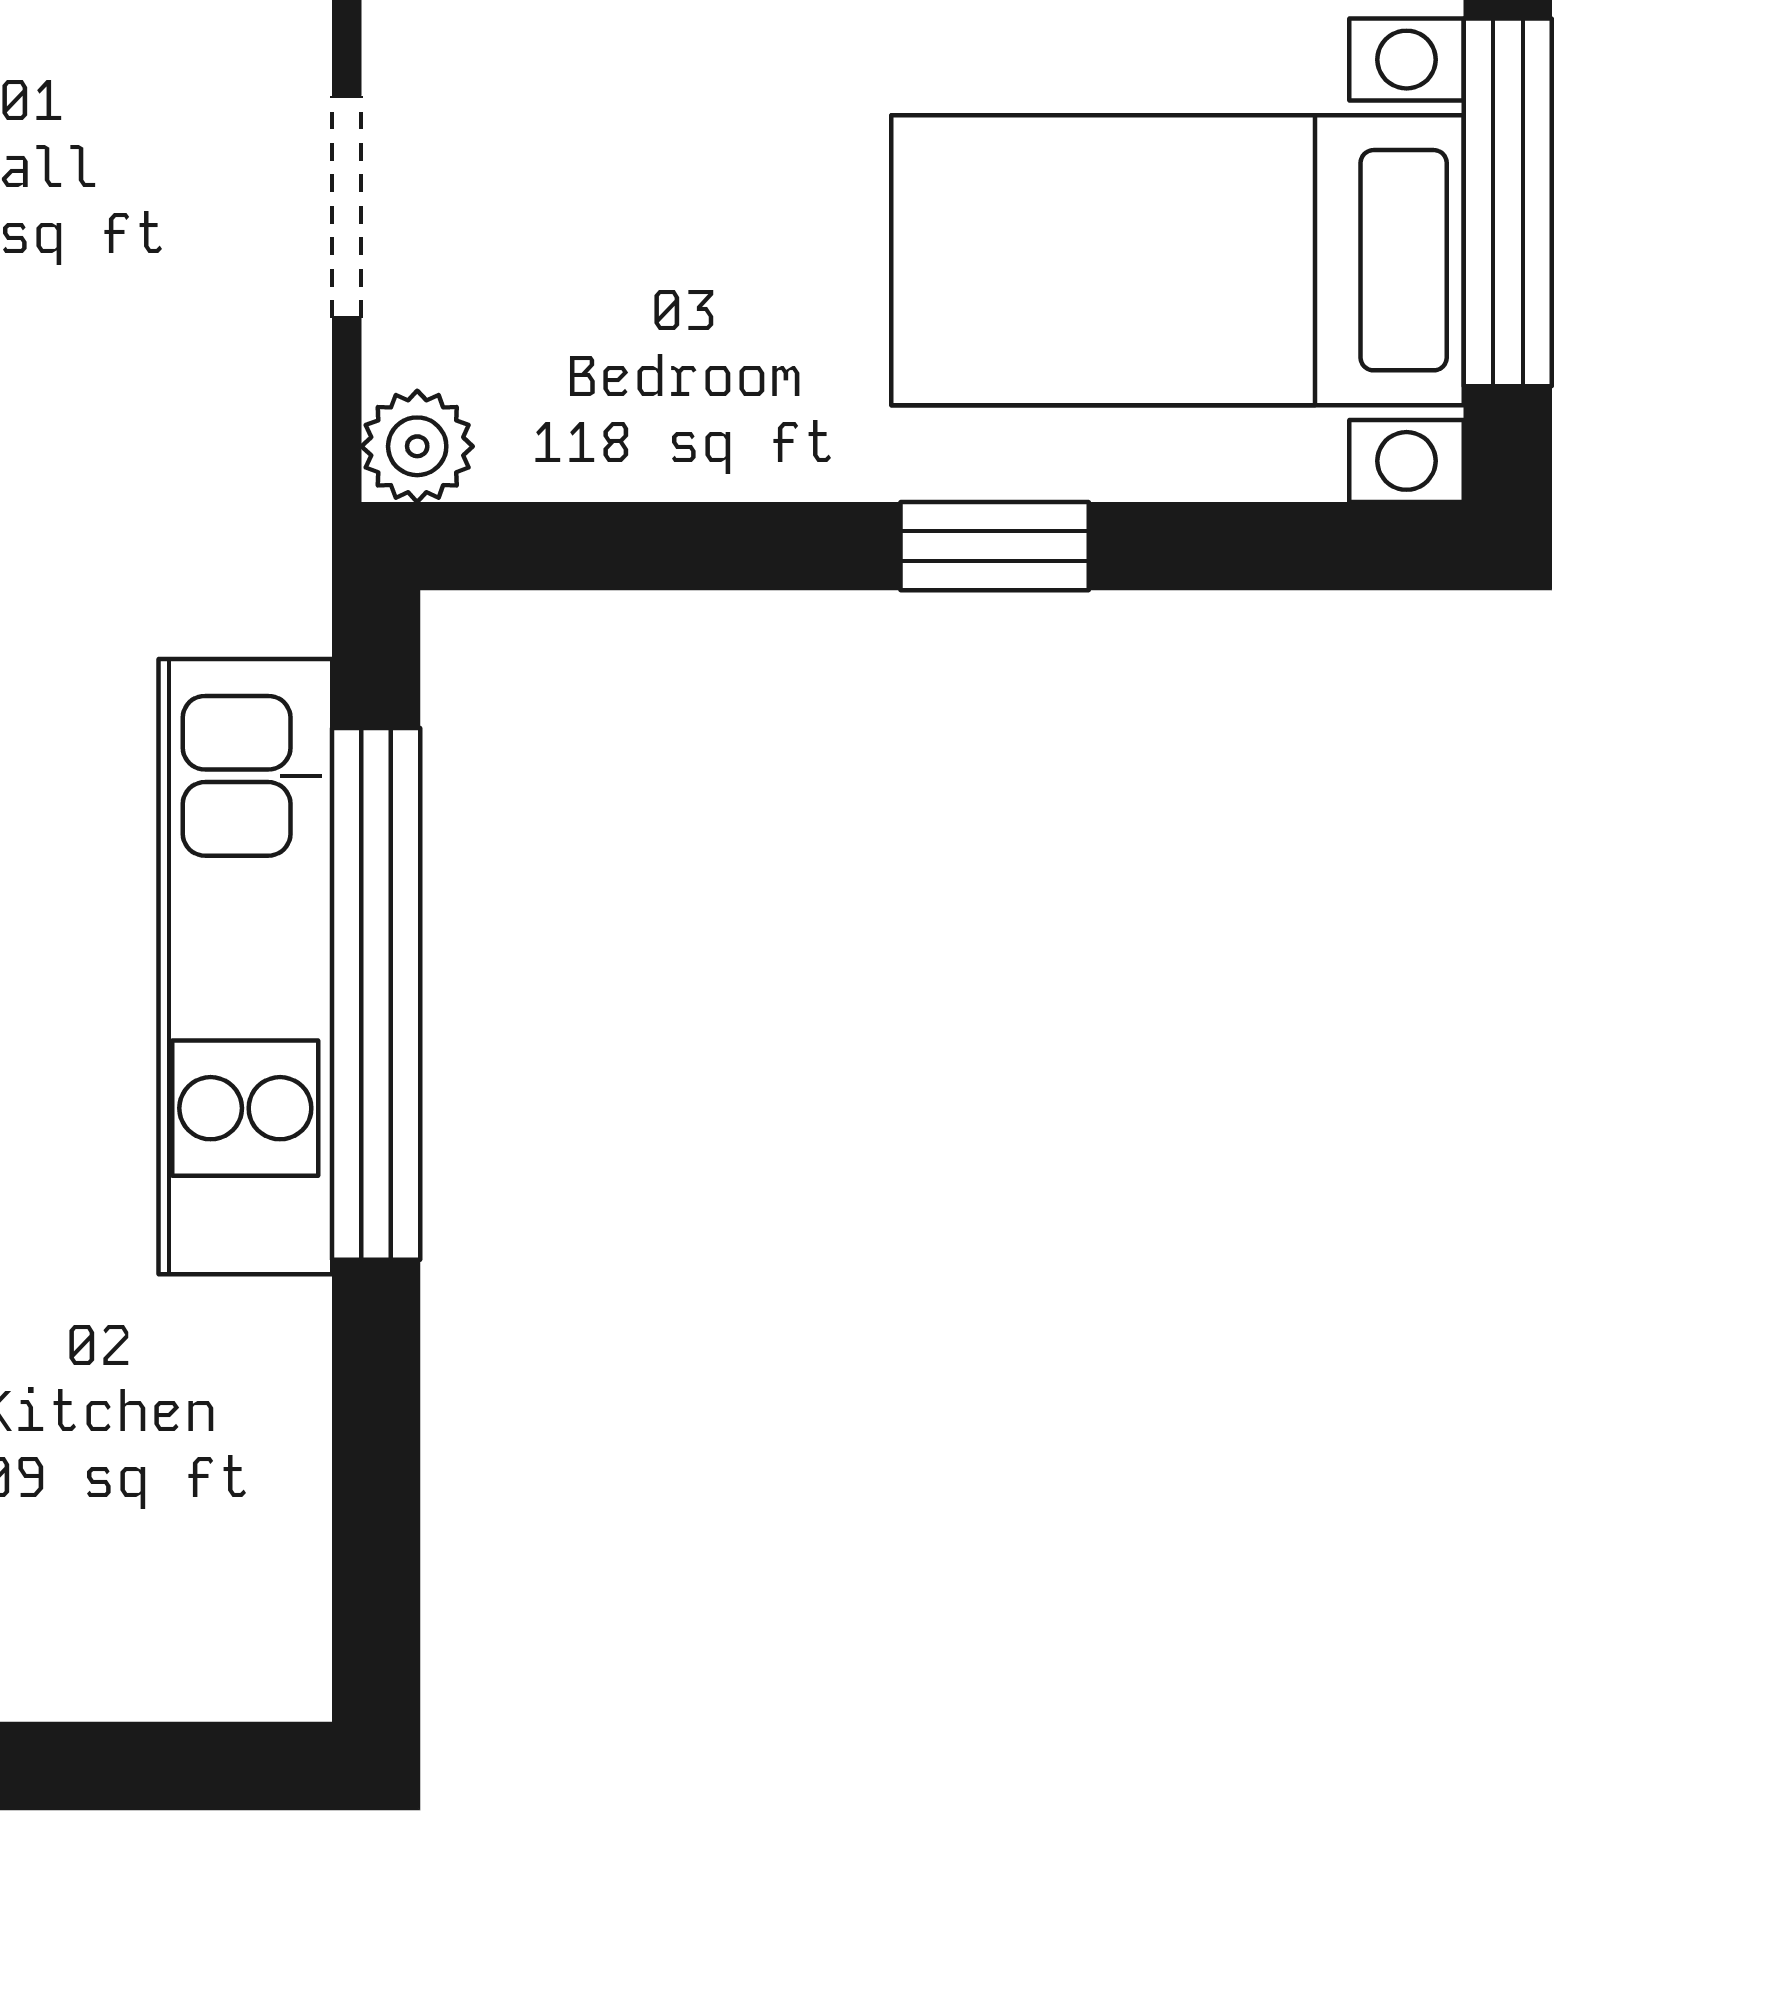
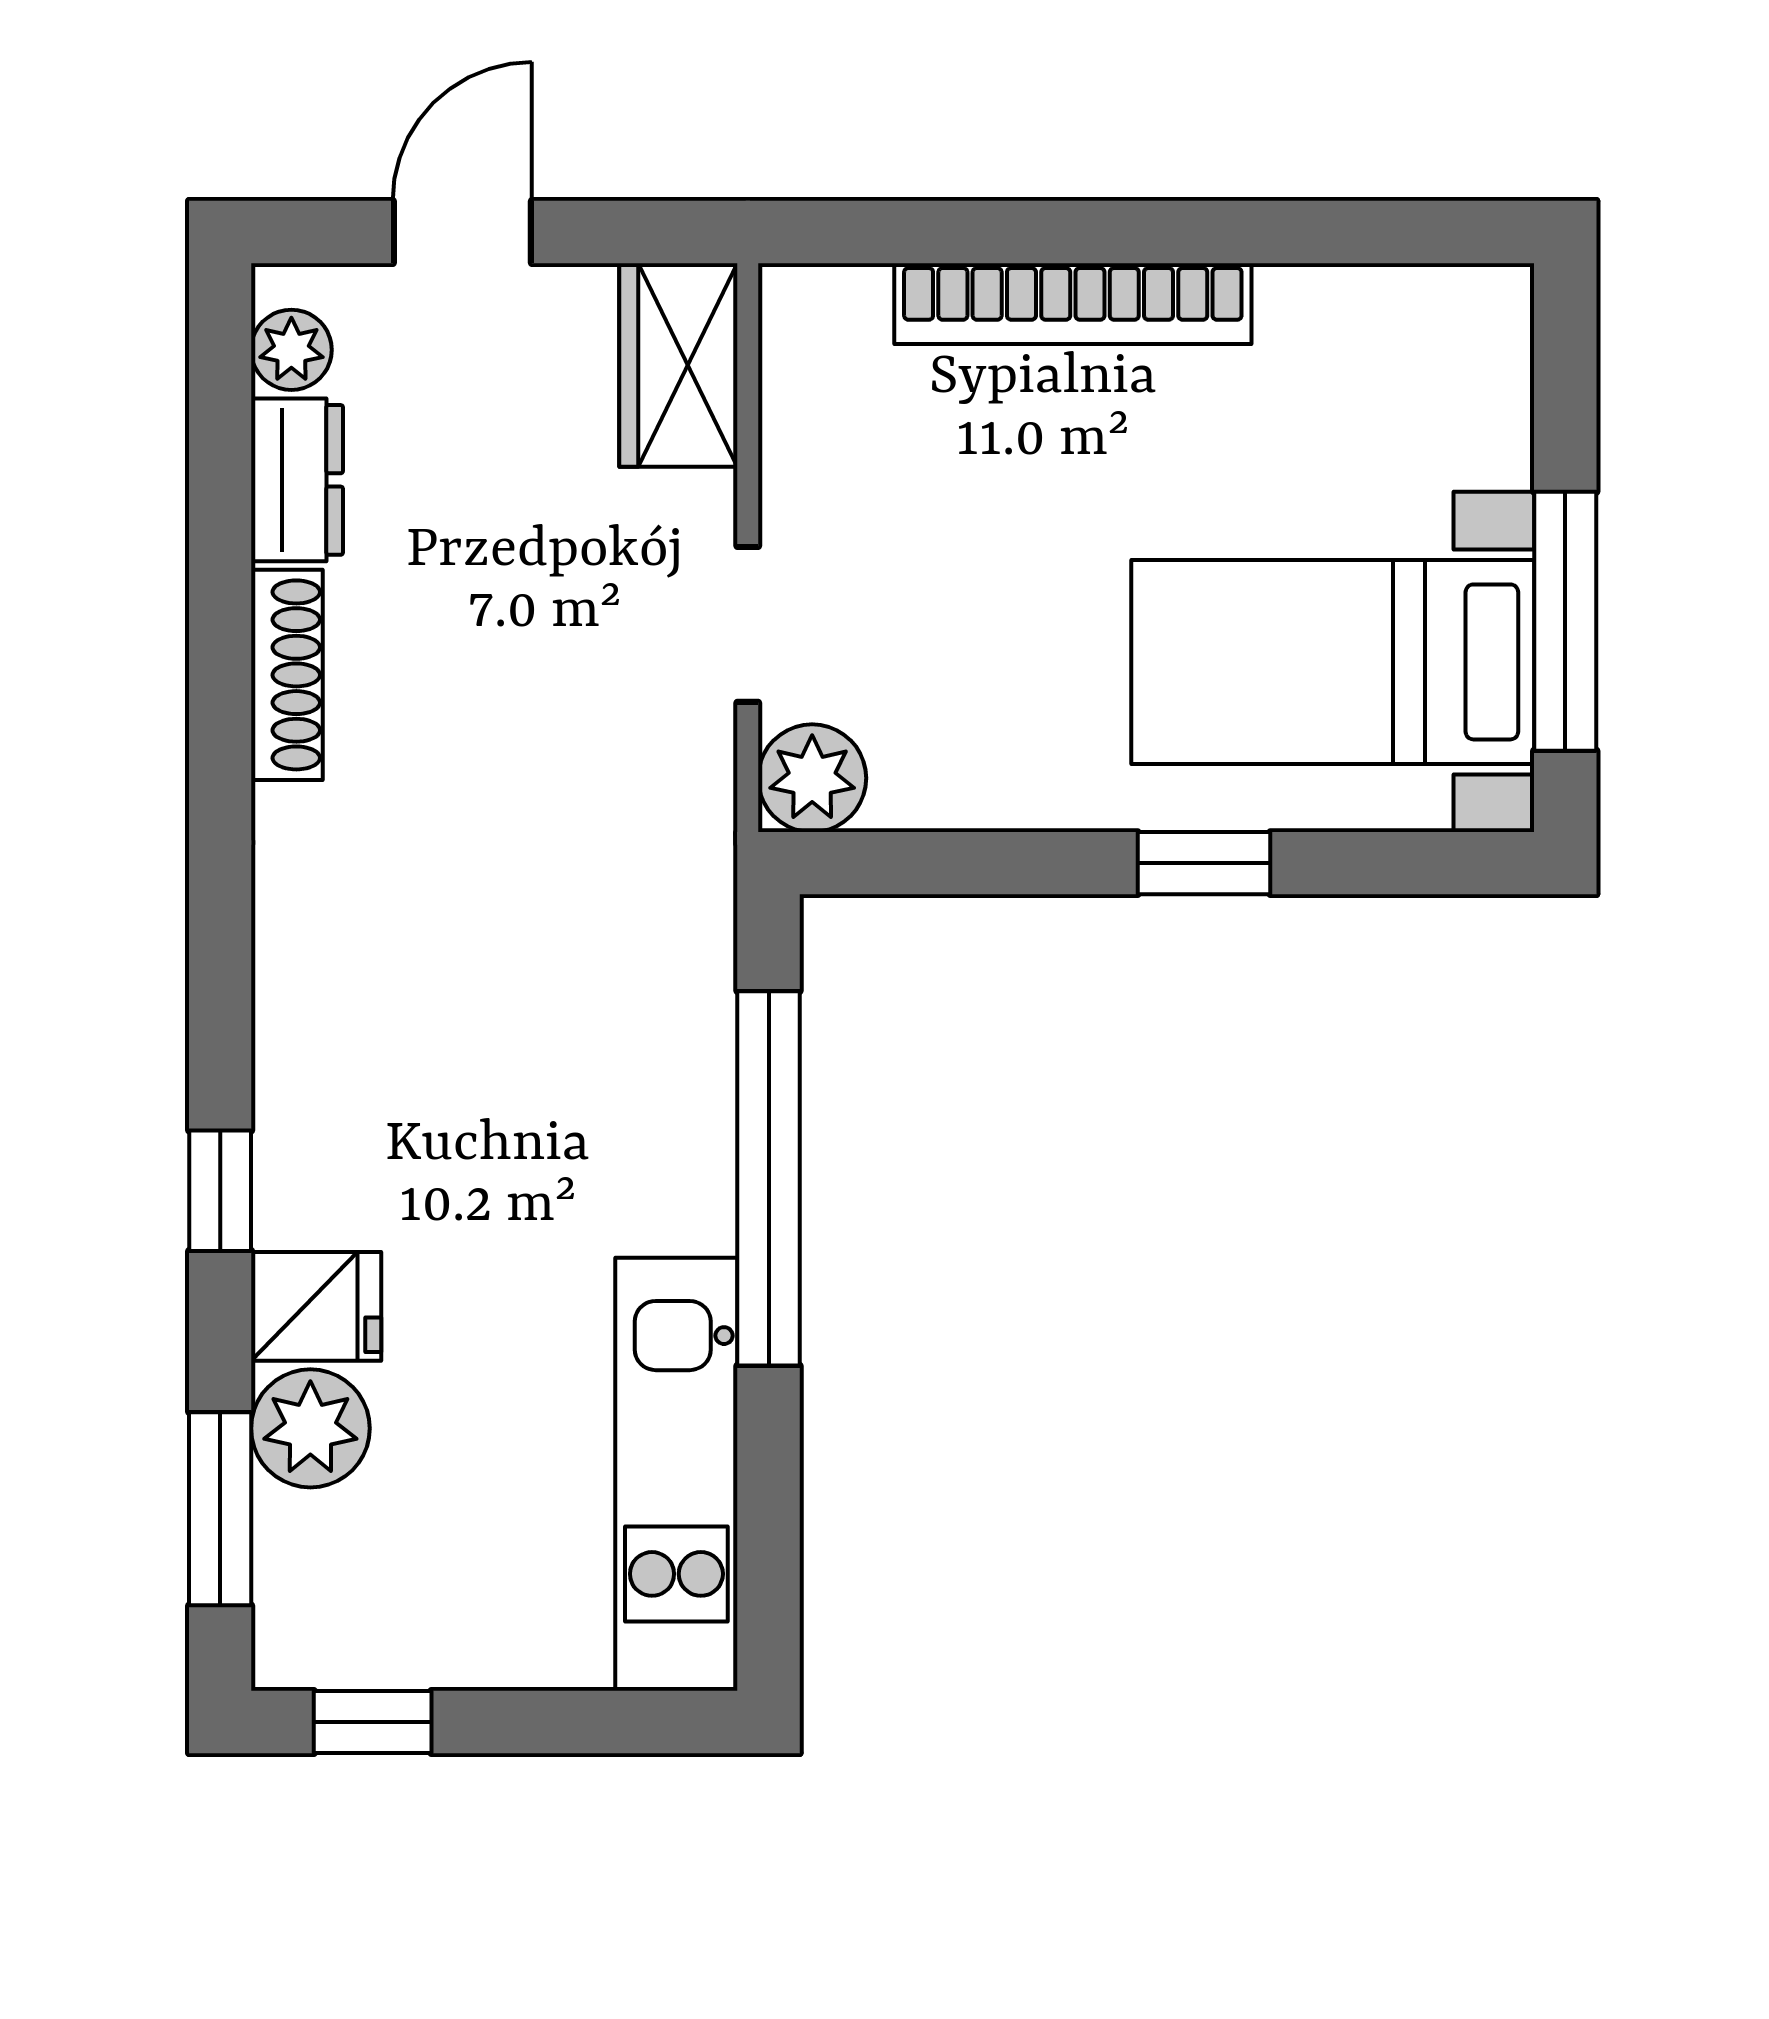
plant: (417, 446) -> (812, 778), width x1.38, depth x1.38
kitchen unit: (245, 967) -> (676, 1474), moved

